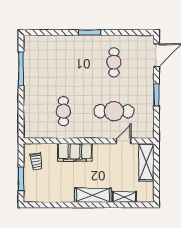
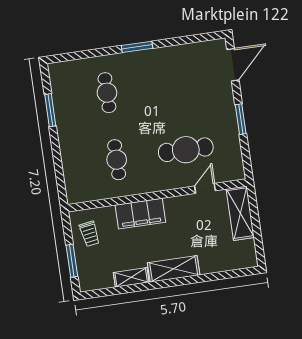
cafe table: (114, 62) -> (107, 93), moved
window: (21, 69) -> (50, 110), width x0.69
shelving: (124, 197) -> (131, 277), moved

